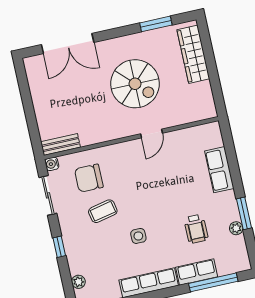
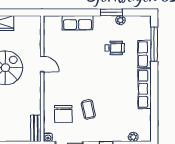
side table: (138, 236) -> (111, 89), removed

